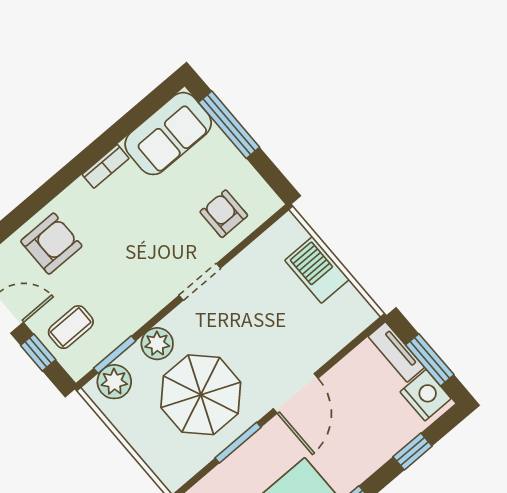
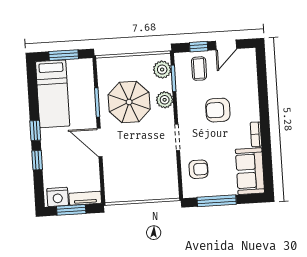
window: (229, 125) -> (217, 201), moved
armchair: (51, 244) -> (218, 110), moved, turned 90
barbecue: (317, 270) -> (145, 191), removed
window: (413, 451) -> (37, 160), moved

